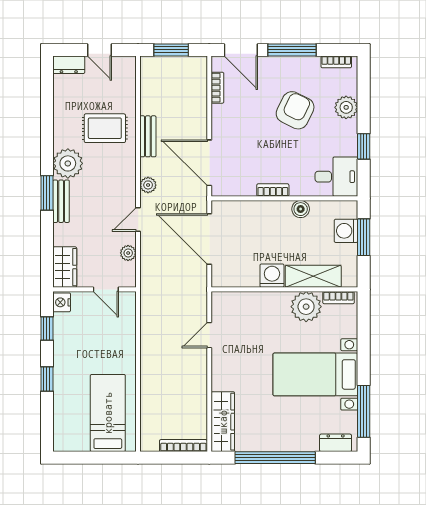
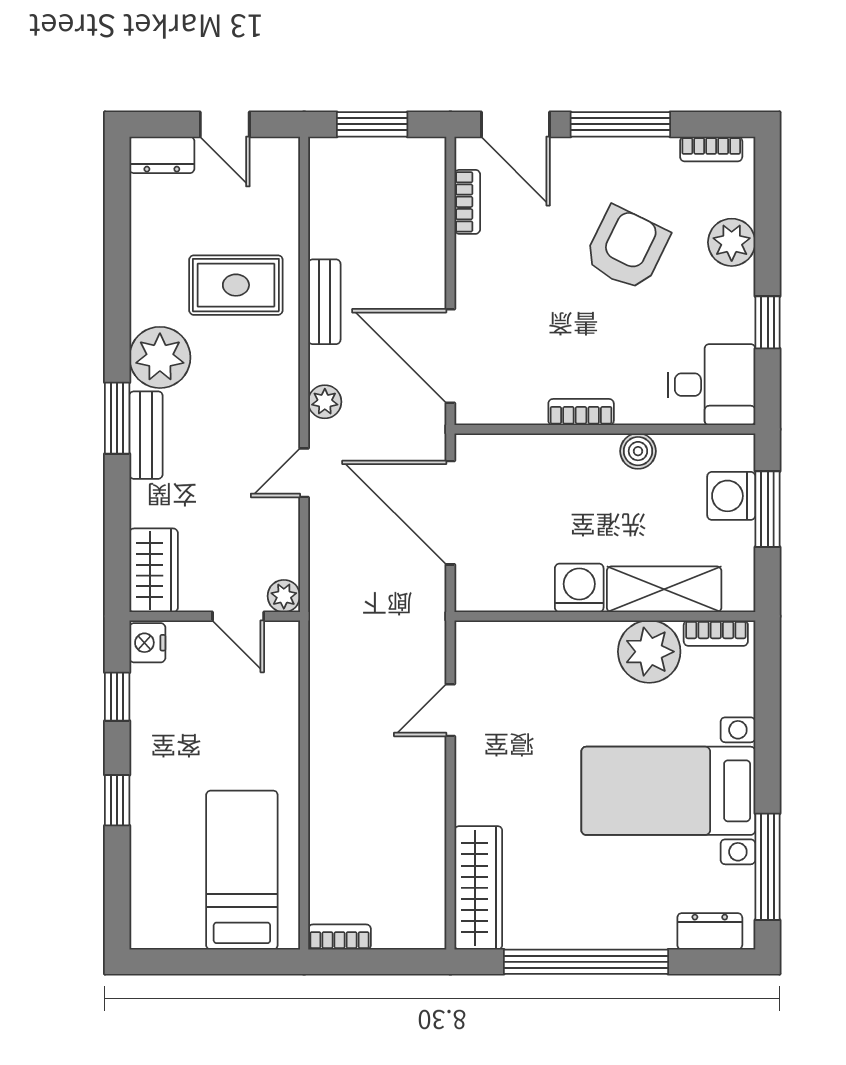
plant: (128, 253) -> (284, 596), moved
bookcase: (183, 446) -> (340, 937), moved, width x0.64

